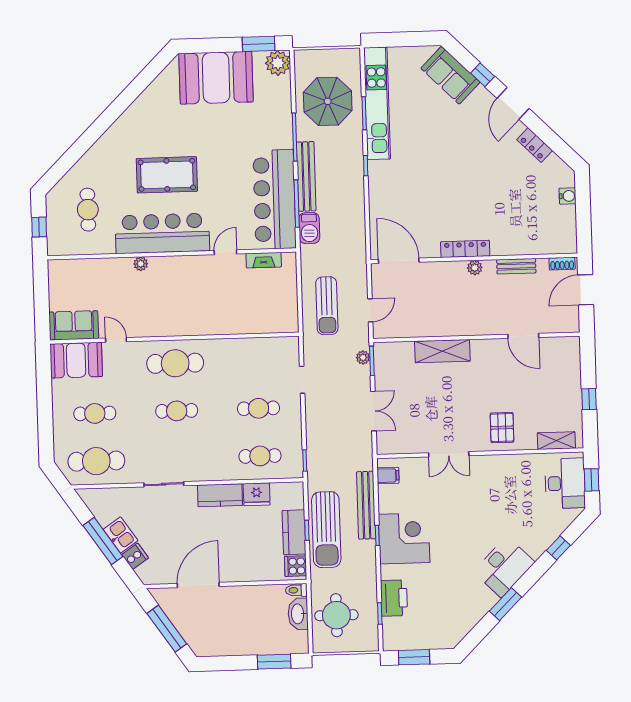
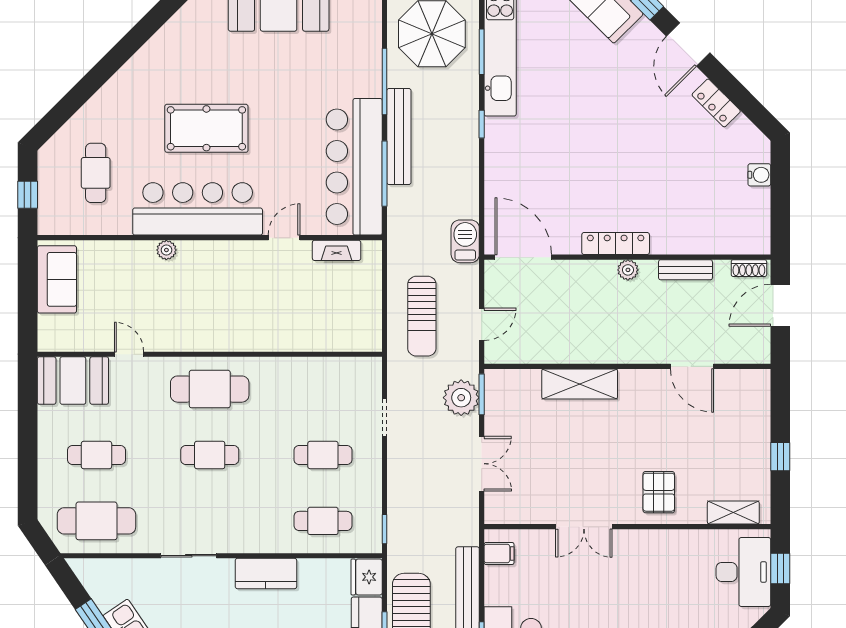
barbecue: (309, 228) -> (465, 241), moved, turned 180
sofa: (74, 325) -> (57, 279), moved, turned 90
plant: (363, 357) -> (461, 398), width x1.87, depth x1.87
fridge: (257, 494) -> (367, 577), moved, turned 90

